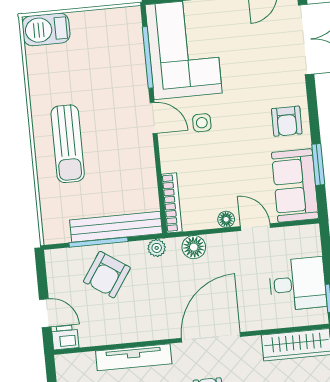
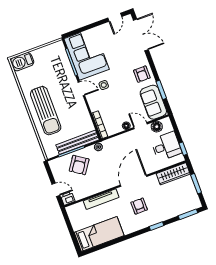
sun lounger: (68, 144) -> (46, 111), width x1.36, depth x1.34
floor lamp: (194, 247) -> (157, 127), moved

